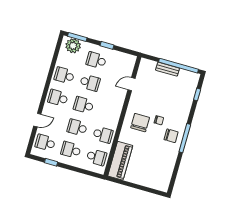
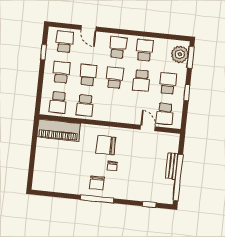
school desk: (122, 68) -> (165, 114), added
chair: (140, 123) -> (106, 145), turned 180

